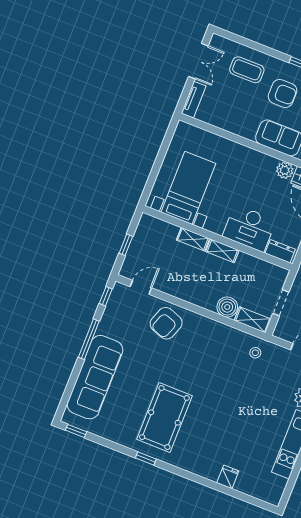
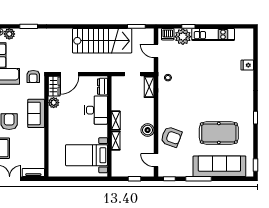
boiler: (227, 307) -> (148, 130), moved
pool table: (164, 418) -> (219, 133), moved

